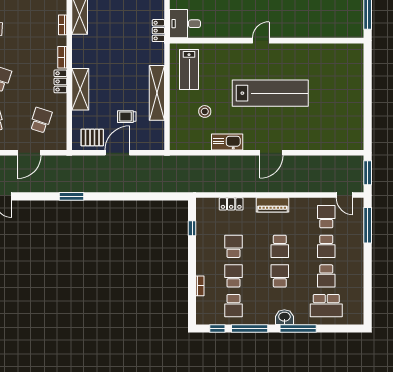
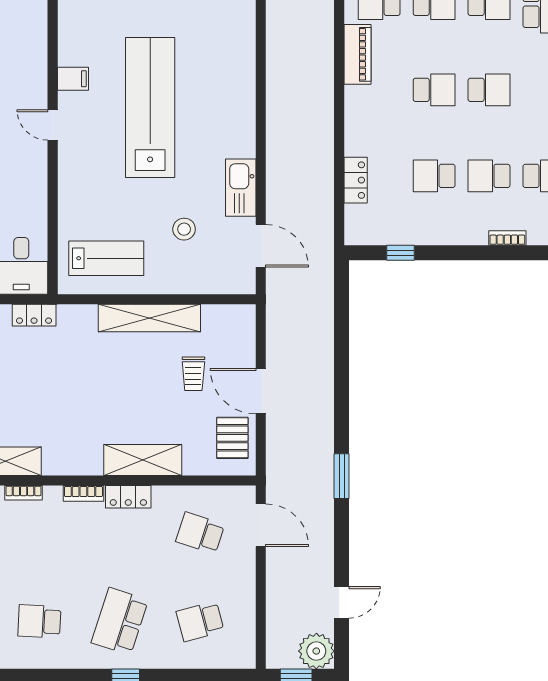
filing cabinet: (286, 52) -> (73, 79), added
door: (29, 153) -> (261, 525), moved
door: (271, 153) -> (261, 246), moved
piano: (273, 205) -> (357, 54), moved
school desk: (280, 276) -> (489, 90), turned 180

